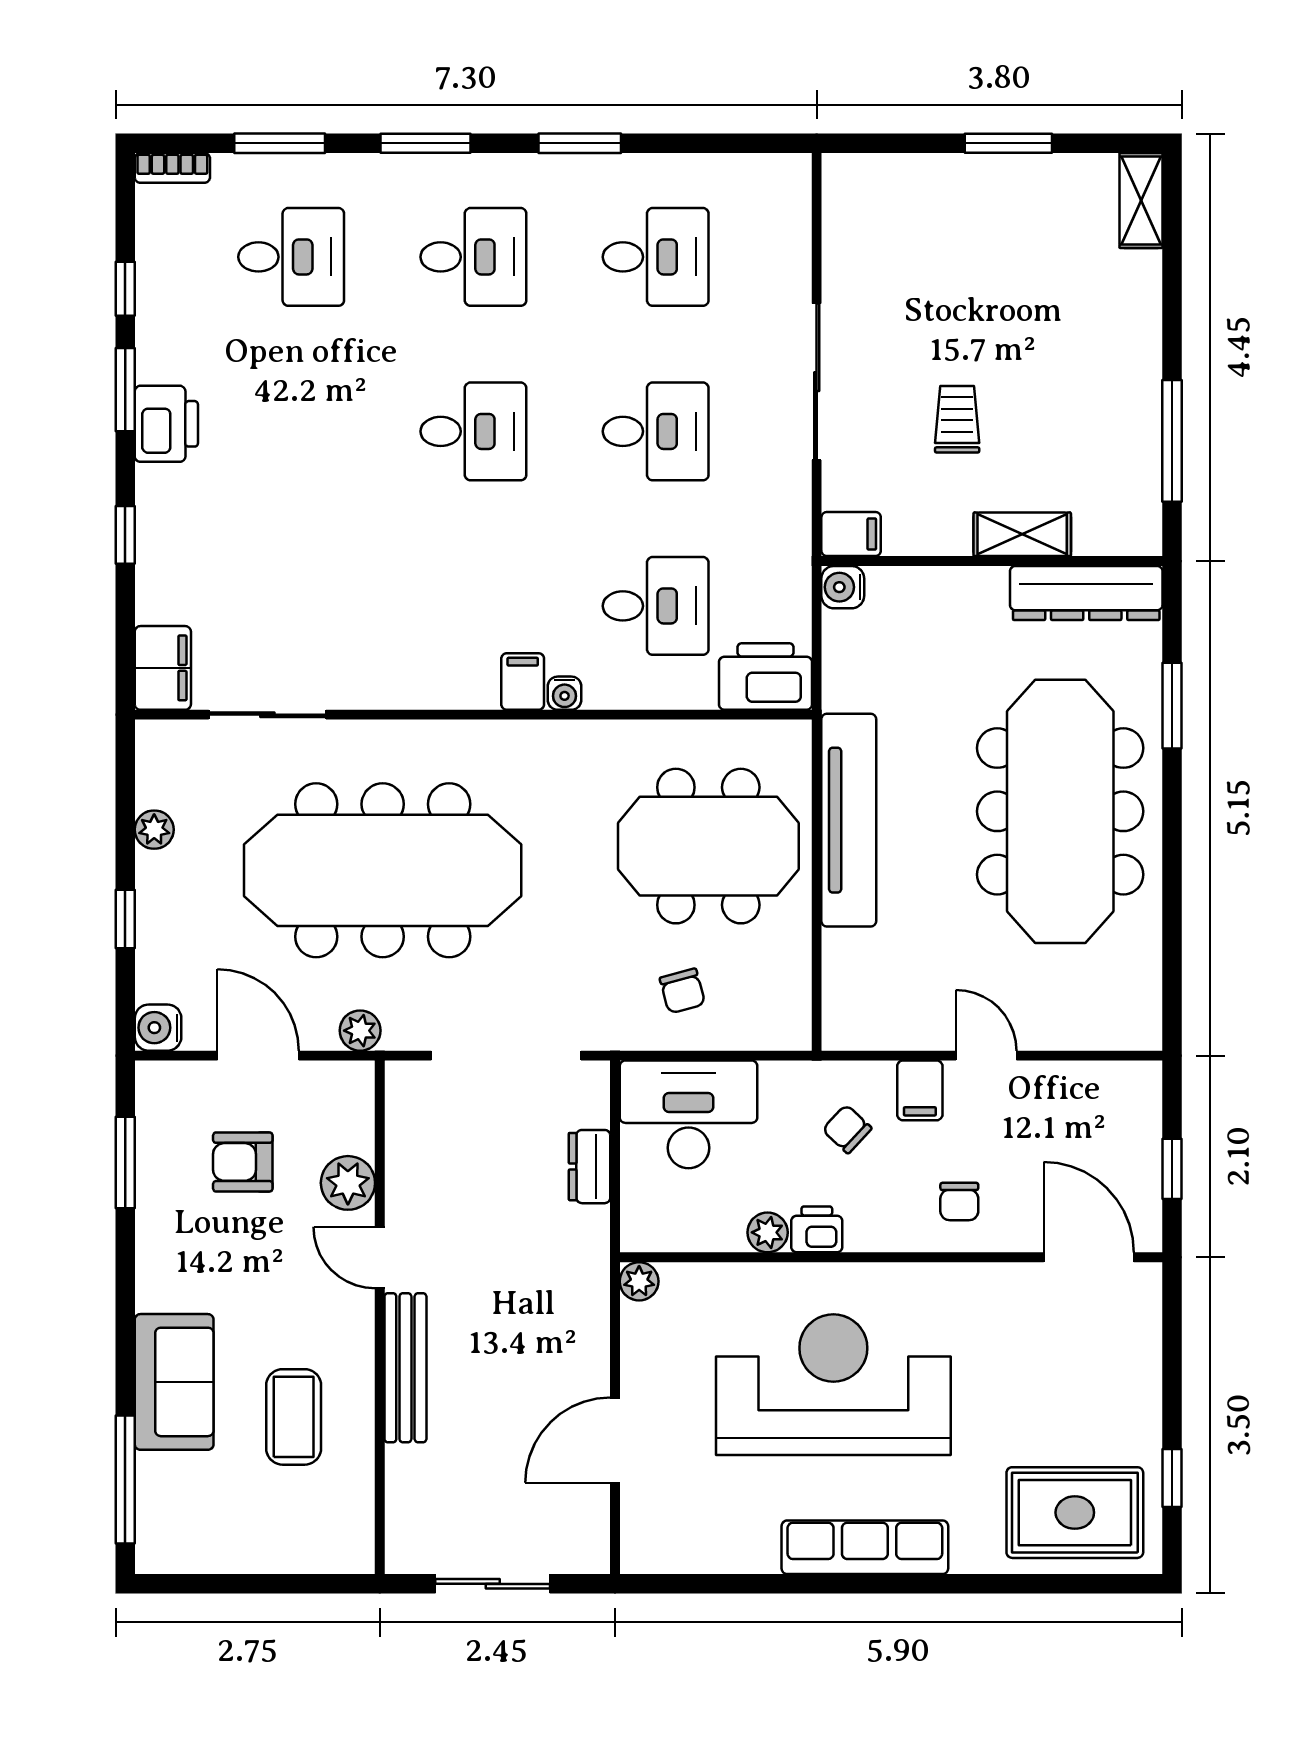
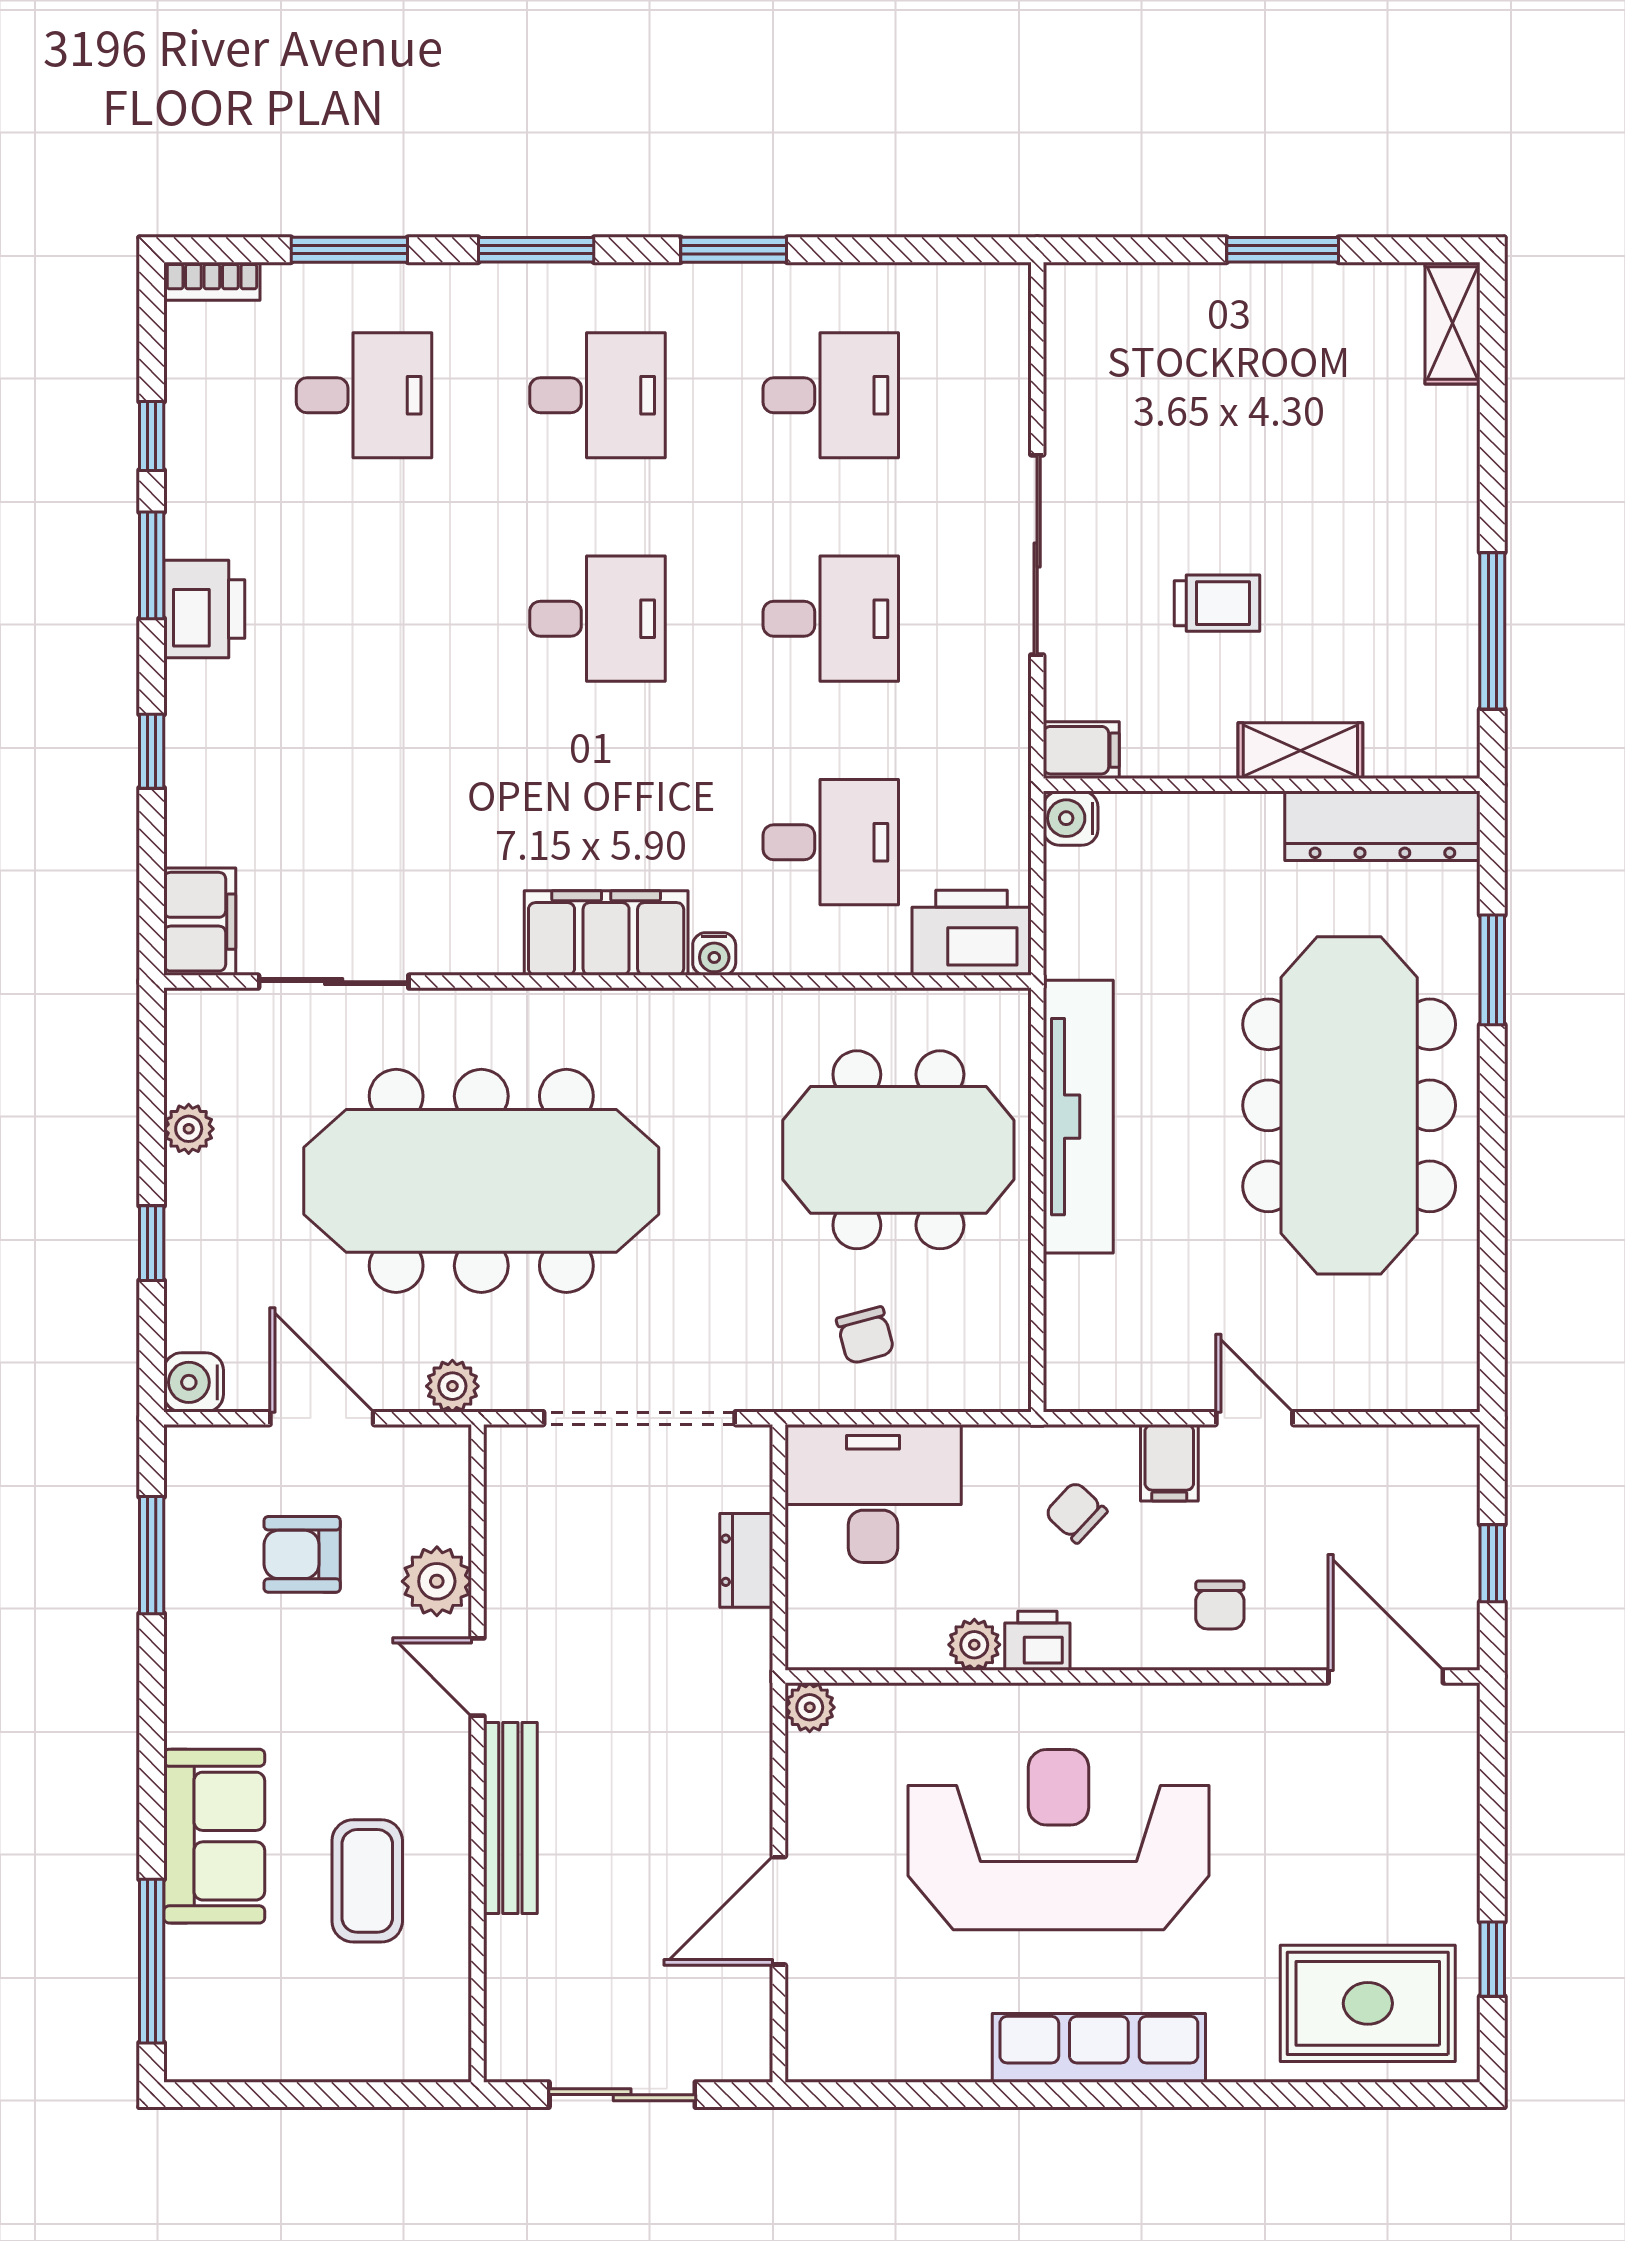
trolley: (957, 419) -> (1217, 603), turned 90
filing cabinet: (523, 682) -> (606, 933), width x3.00, depth x1.17

